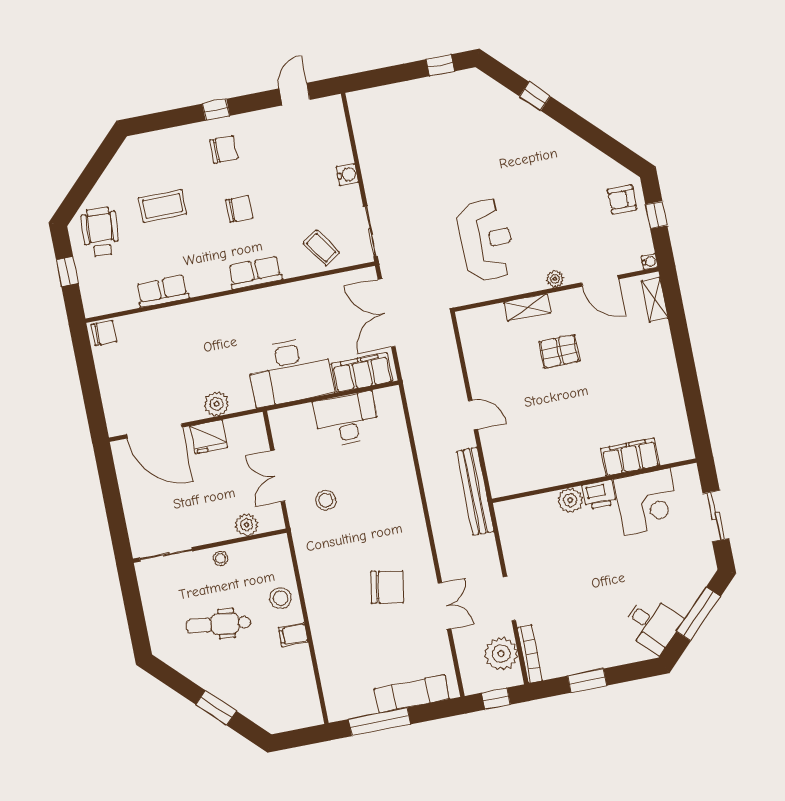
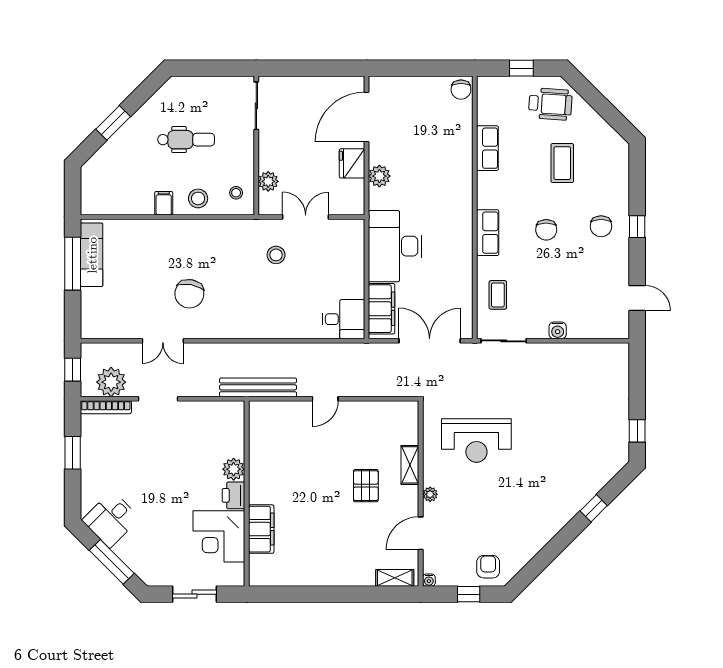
coffee table: (321, 248) -> (498, 295), turned -56
desk: (346, 419) -> (343, 319), moved, width x0.73
stool: (220, 558) -> (236, 193), moved
dental chair: (219, 624) -> (186, 140), turned 83
exam couch: (412, 694) -> (92, 255), moved

